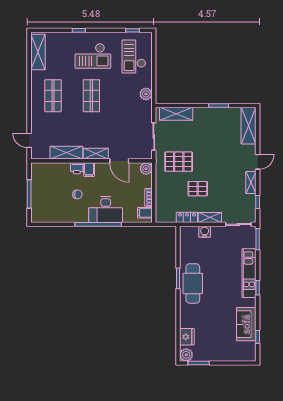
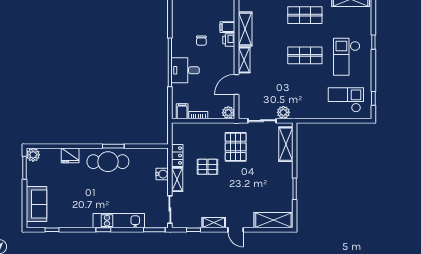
plant: (146, 94) -> (283, 112), moved
filing cabinet: (89, 170) -> (227, 27), moved
pallet: (198, 189) -> (207, 167), turned 90
desk: (106, 210) -> (185, 70), width x0.73
sofa: (246, 324) -> (37, 204), moved, turned 90
fridge: (187, 337) -> (70, 155), moved

